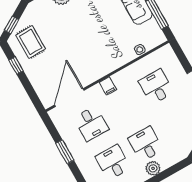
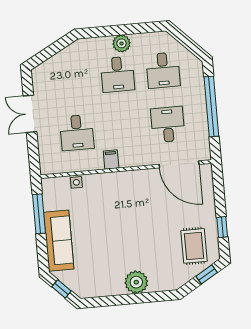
filing cabinet: (108, 86) -> (111, 160), moved
door: (69, 98) -> (179, 164), hinge flipped
window: (65, 152) -> (211, 106), width x2.11

